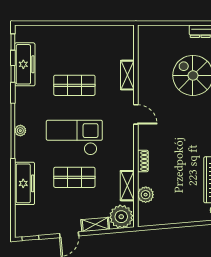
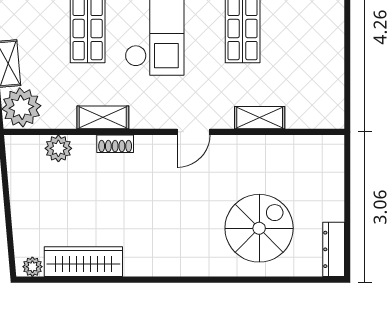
shelving: (127, 186) -> (103, 117), moved

